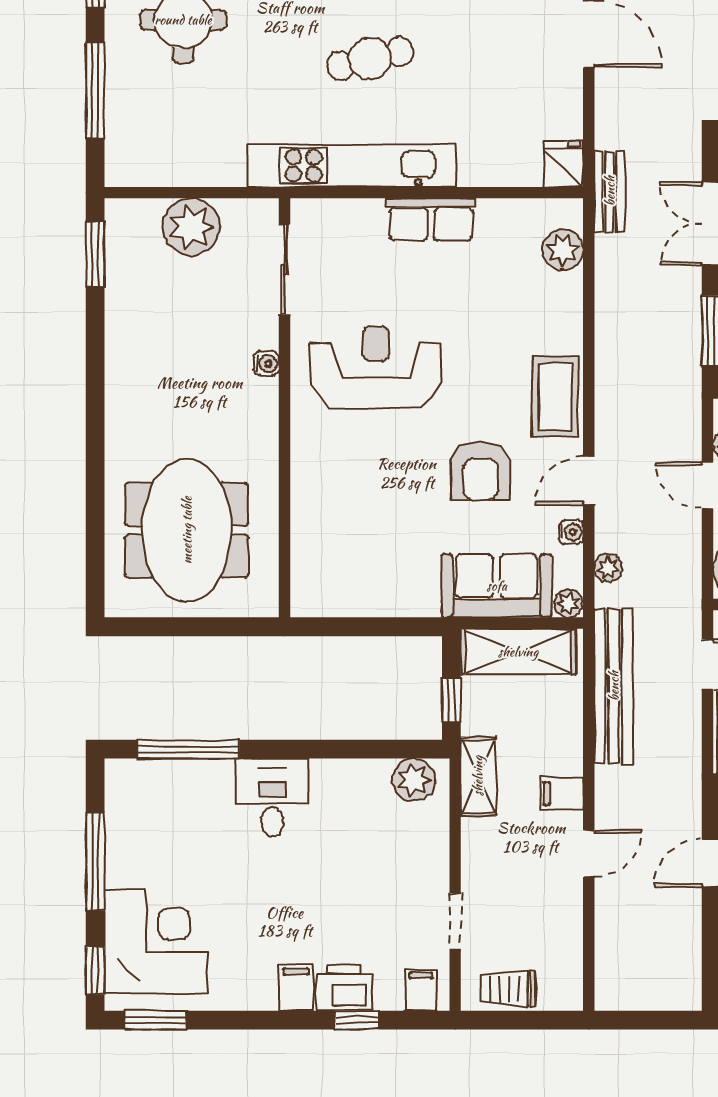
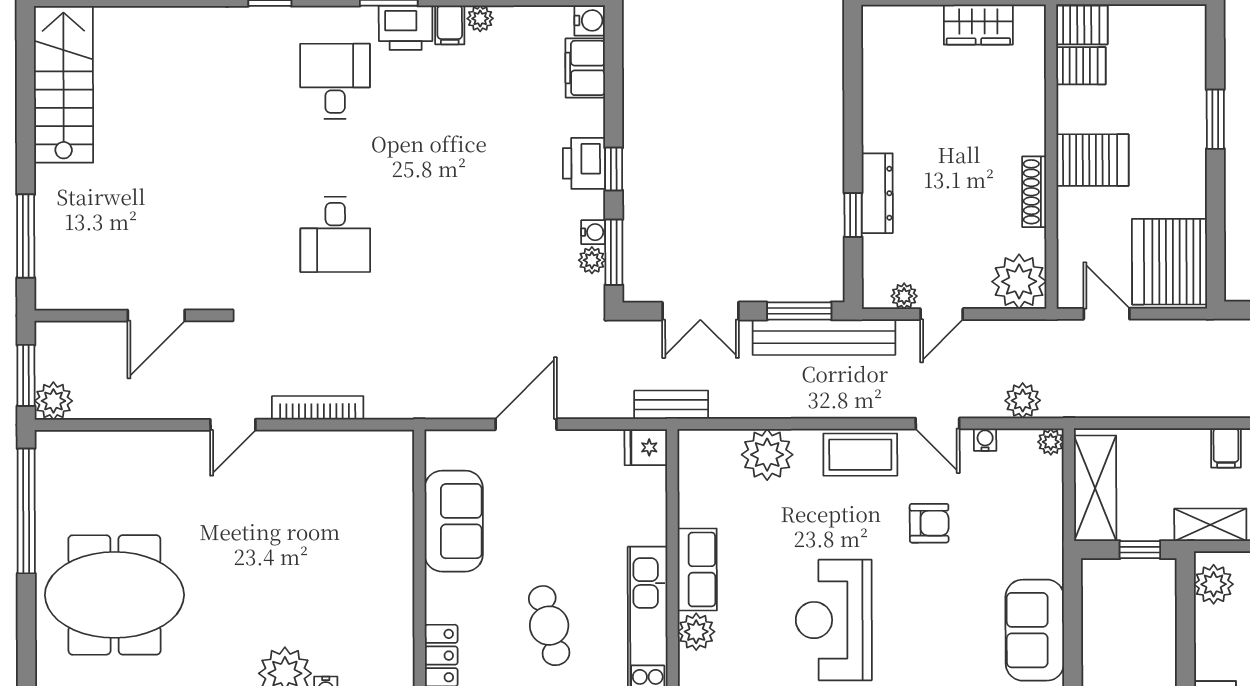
plant: (363, 218) -> (696, 632), added
plant: (563, 250) -> (767, 455), moved, width x1.36, depth x1.36
armchair: (481, 471) -> (929, 523), width x0.72, depth x0.72
plant: (608, 568) -> (1023, 401), width x1.38, depth x1.38
sofa: (497, 586) -> (1035, 630), moved
bench: (614, 686) -> (824, 337), moved

